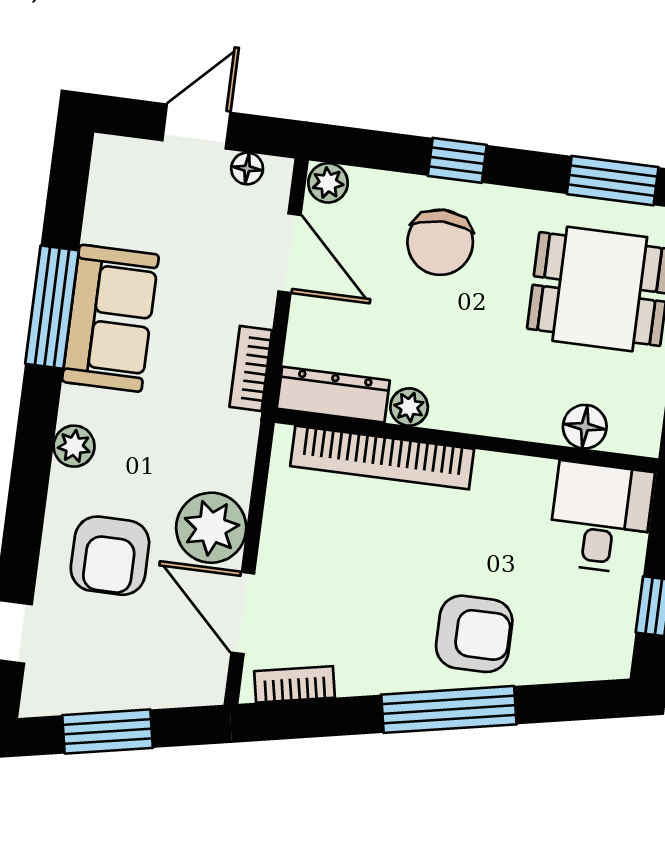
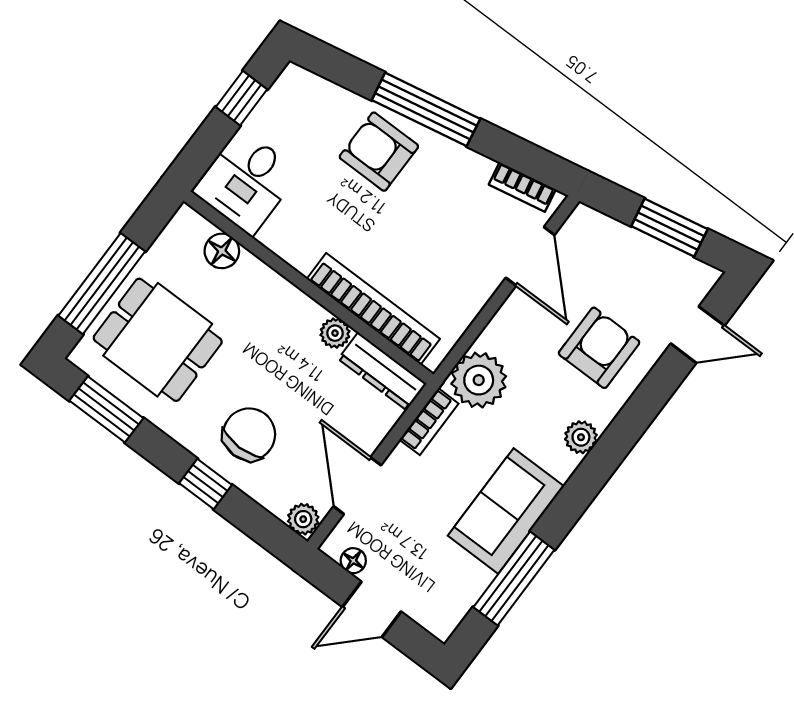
window: (52, 307) -> (514, 578), moved
plant: (211, 528) -> (479, 380), moved

